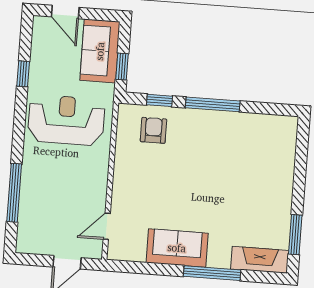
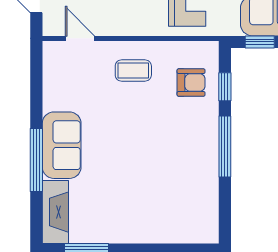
coffee table: (139, 181) -> (133, 71), added
sofa: (177, 248) -> (62, 145), moved

